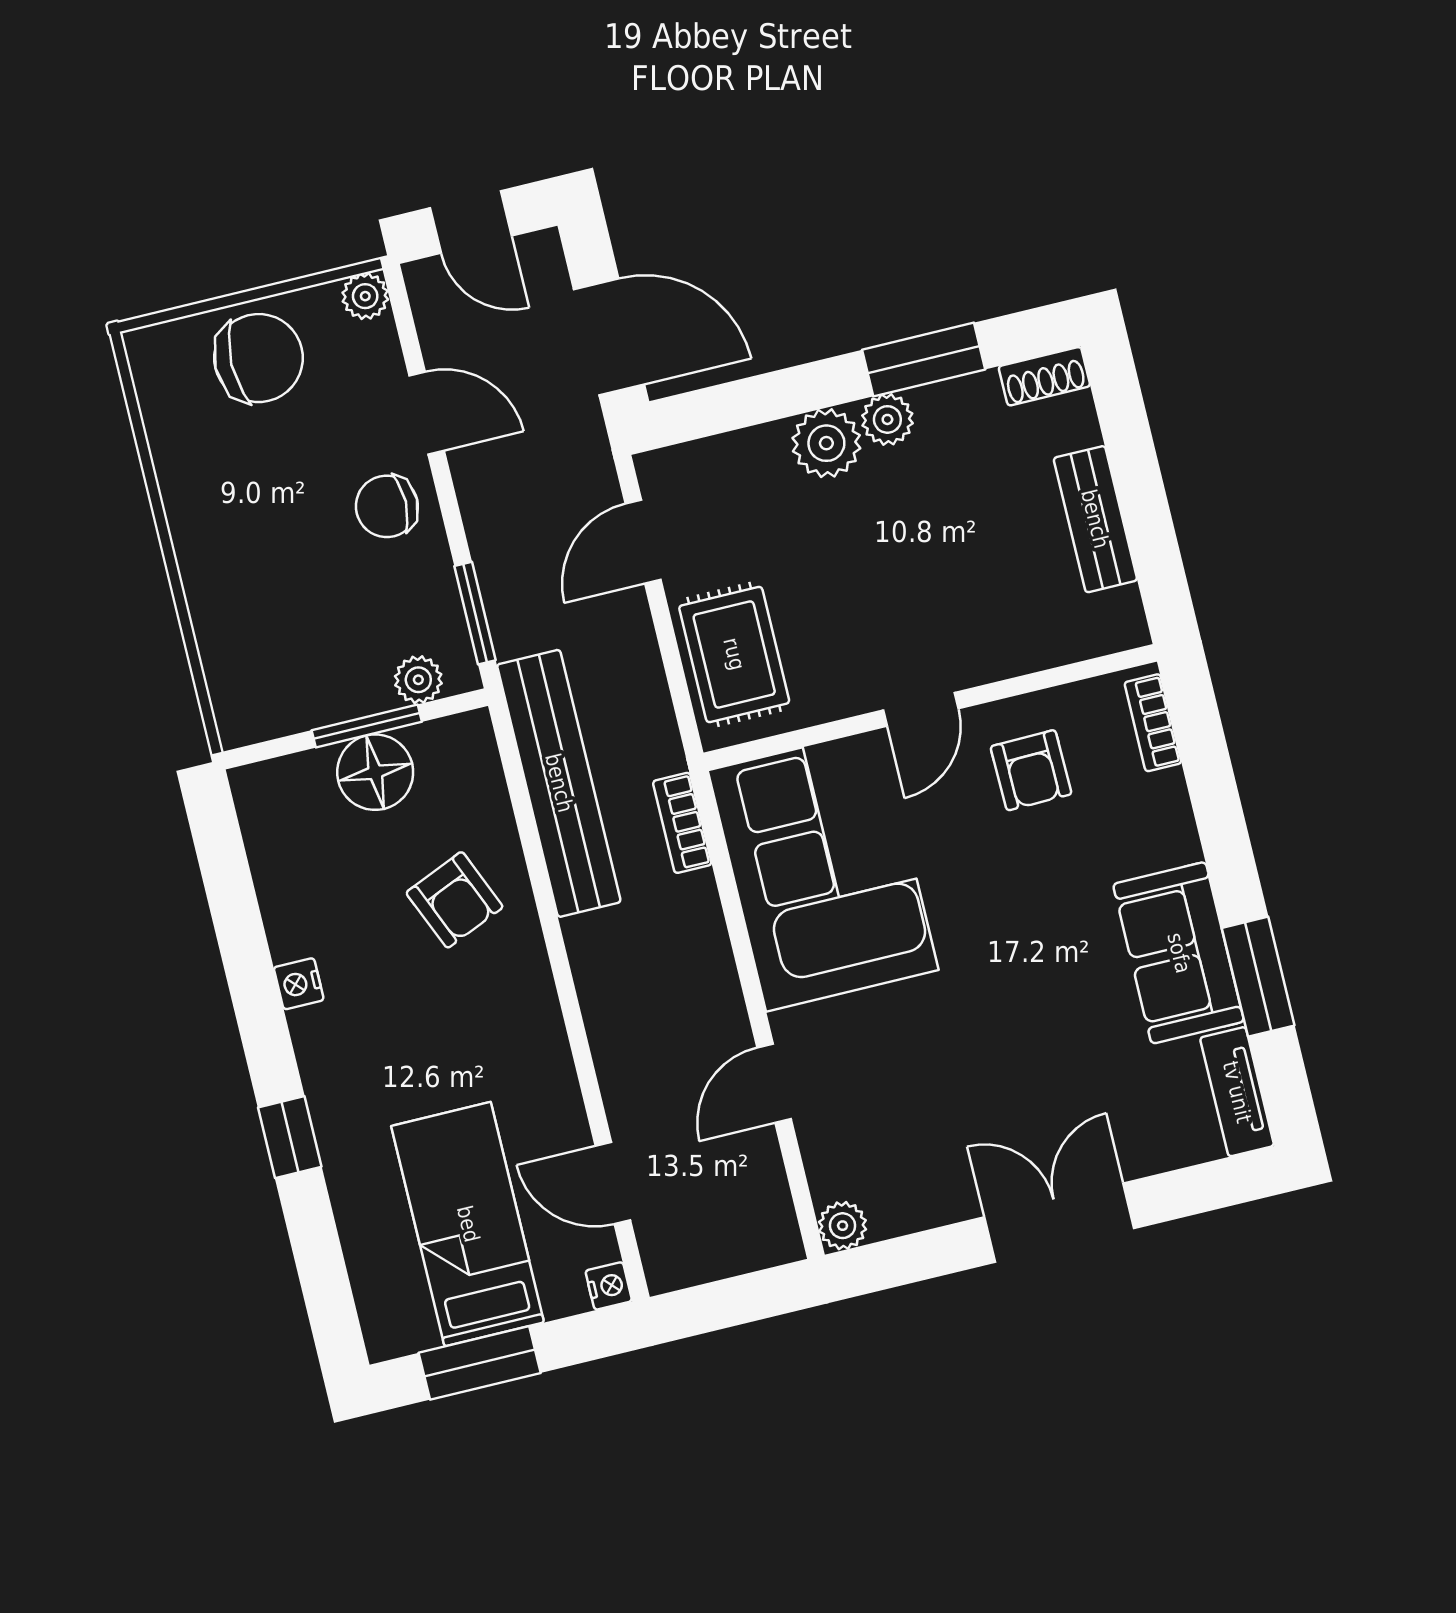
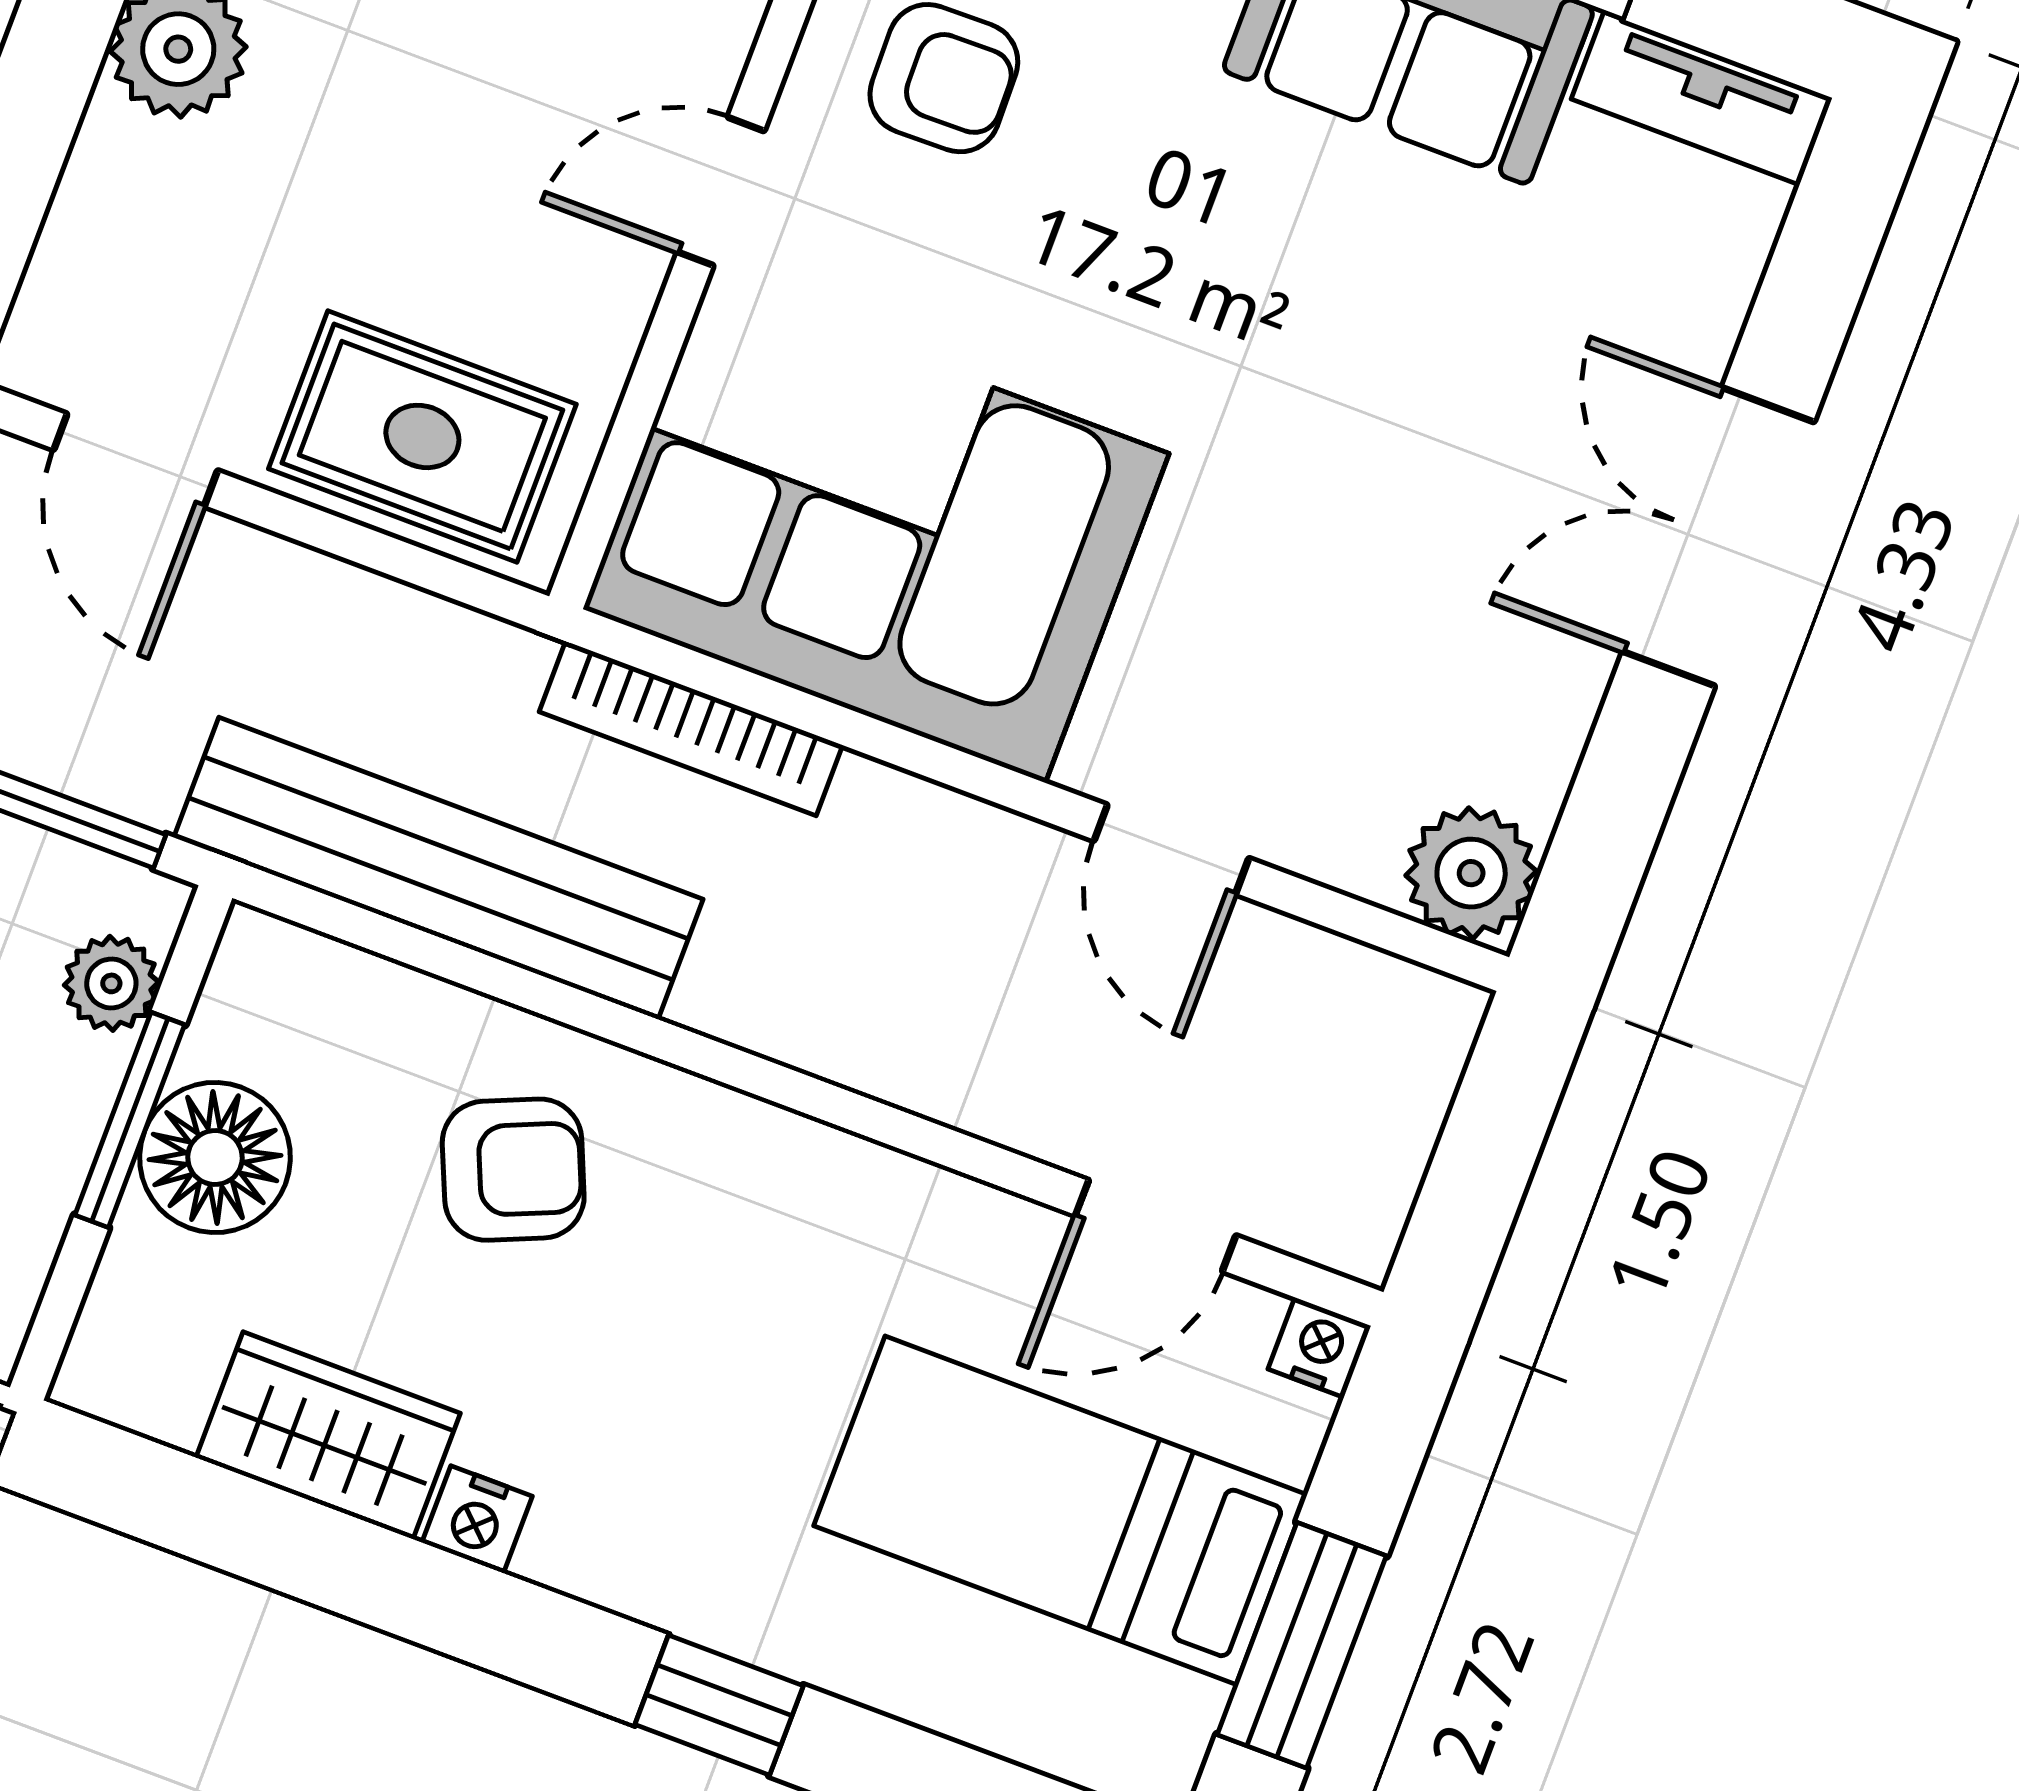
door: (921, 709) -> (721, 191), swing flipped
bookcase: (682, 823) -> (691, 728), width x1.56
wardrobe: (291, 898) -> (328, 1435), added
plant: (843, 1226) -> (1471, 873), width x1.38, depth x1.38

